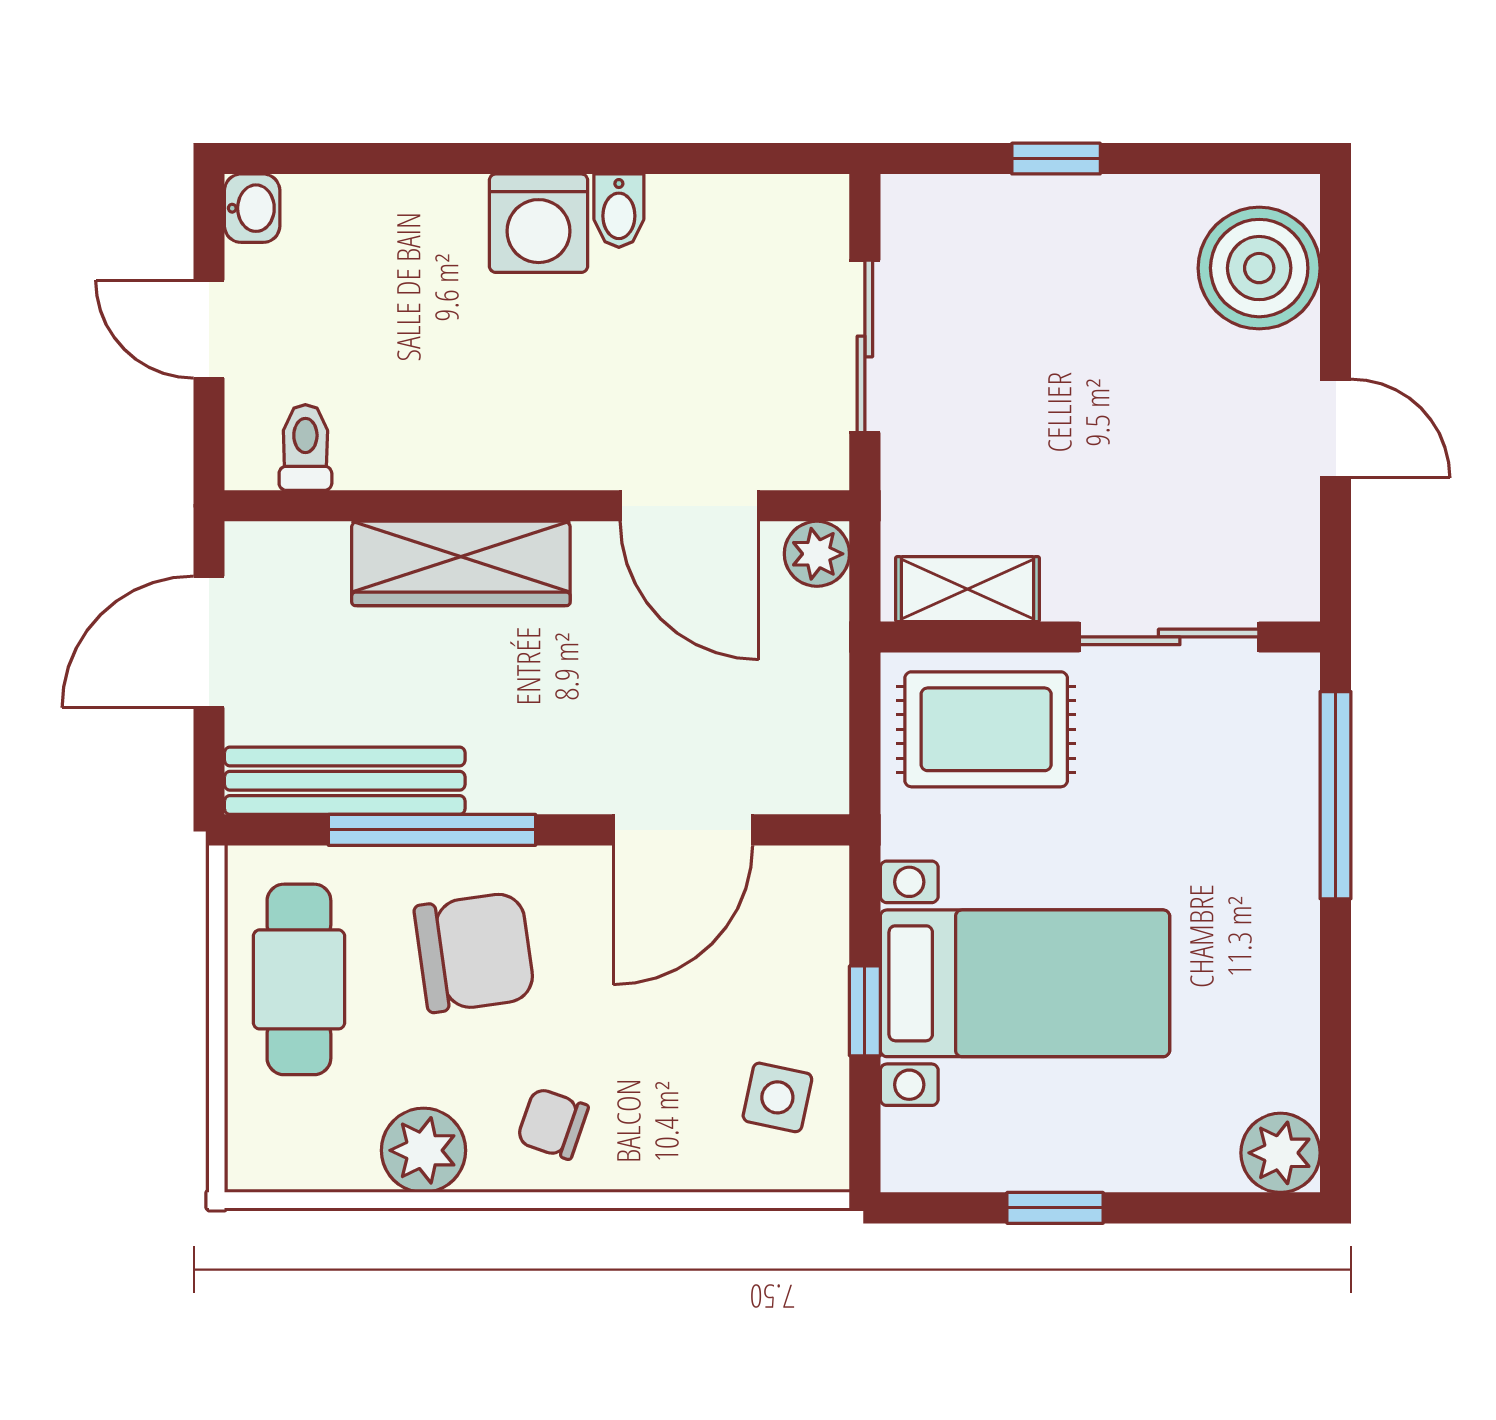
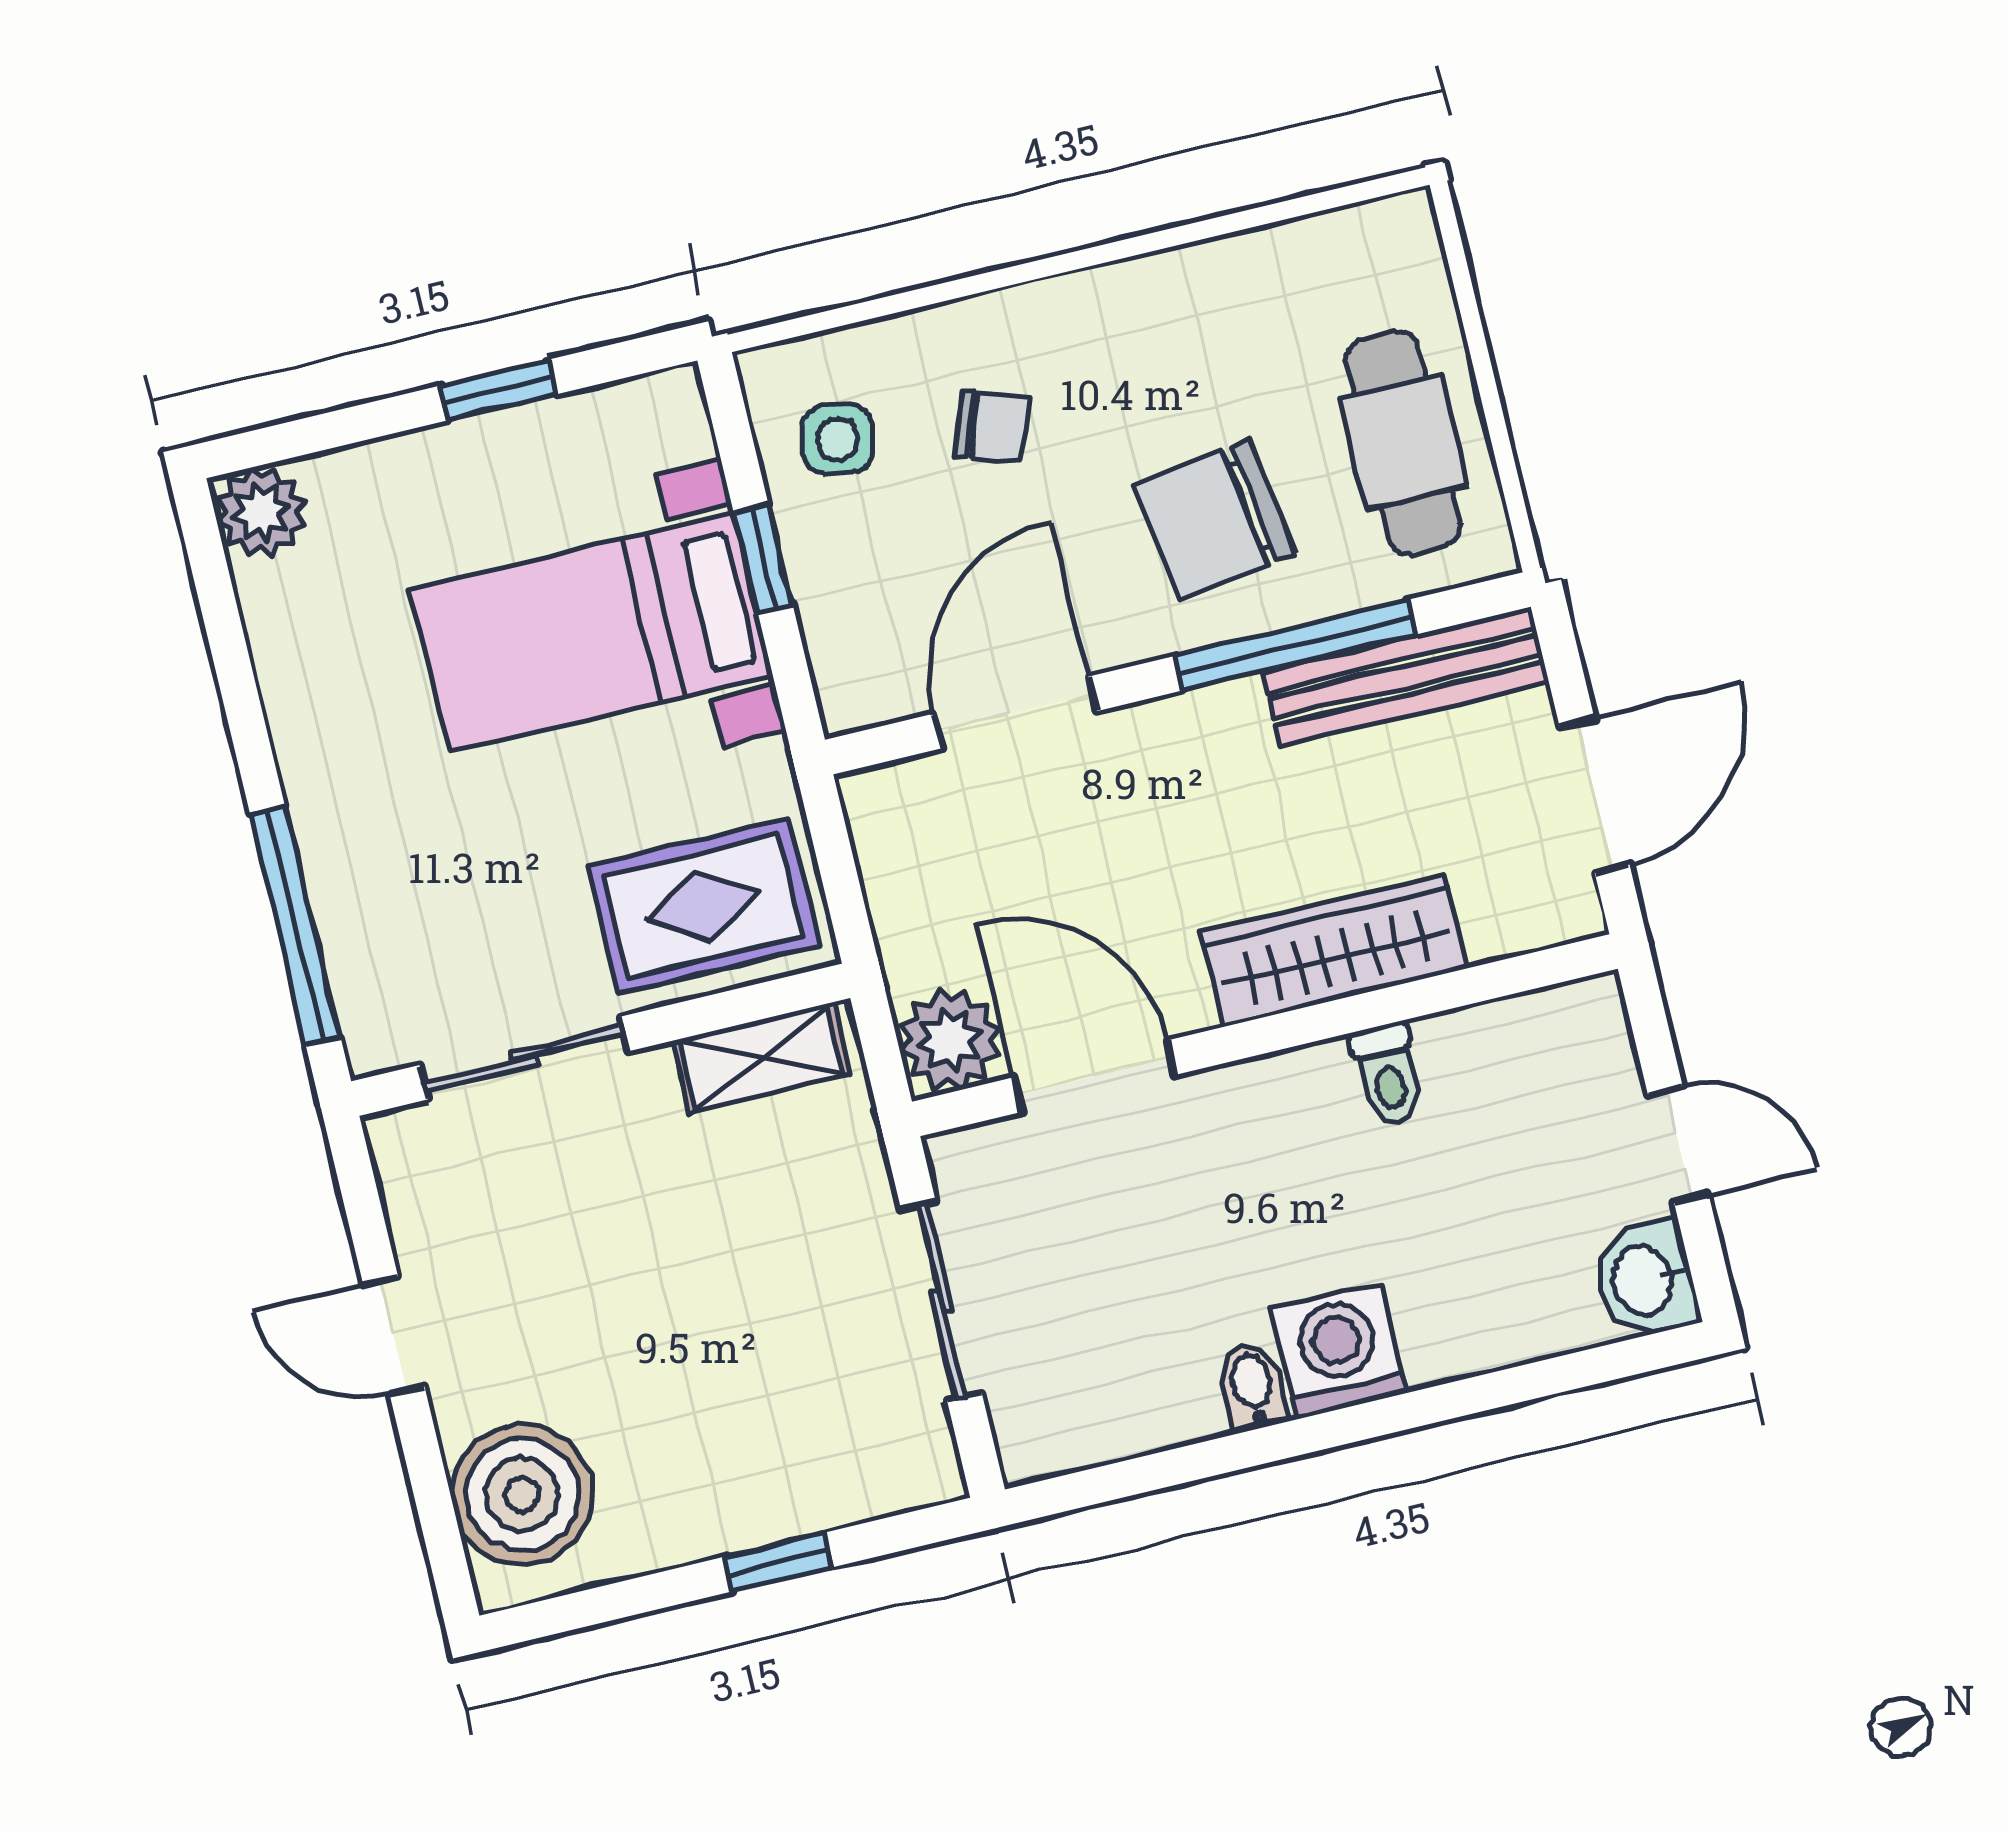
washbasin: (252, 208) -> (1645, 1280), width x1.38, depth x1.45
toilet: (305, 447) -> (1388, 1075), moved
plant: (817, 554) -> (950, 1040), width x1.38, depth x1.38
chair: (553, 1124) -> (992, 427), moved
plant: (424, 1150) -> (1219, 285), removed

